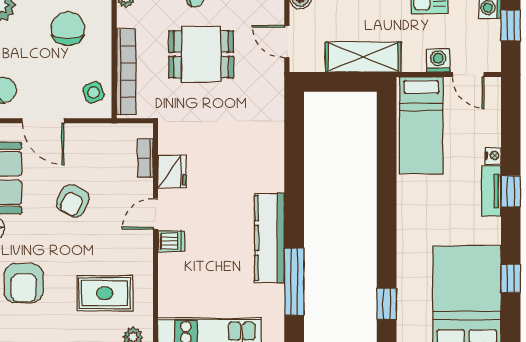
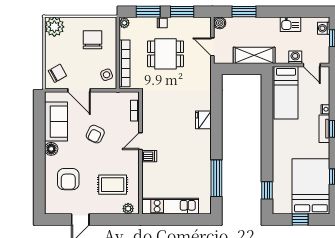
fridge: (172, 172) -> (203, 120), moved, turned 180
kitchen counter: (270, 238) -> (203, 154), removed

